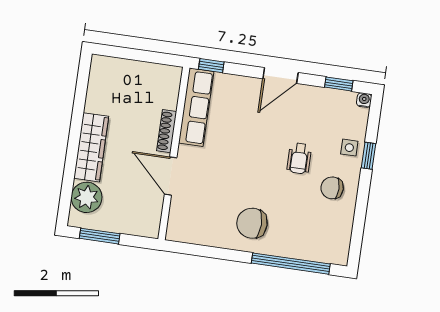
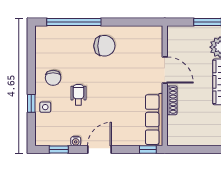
water cooler: (364, 100) -> (76, 141), moved
chair: (332, 188) -> (53, 78), turned 90

